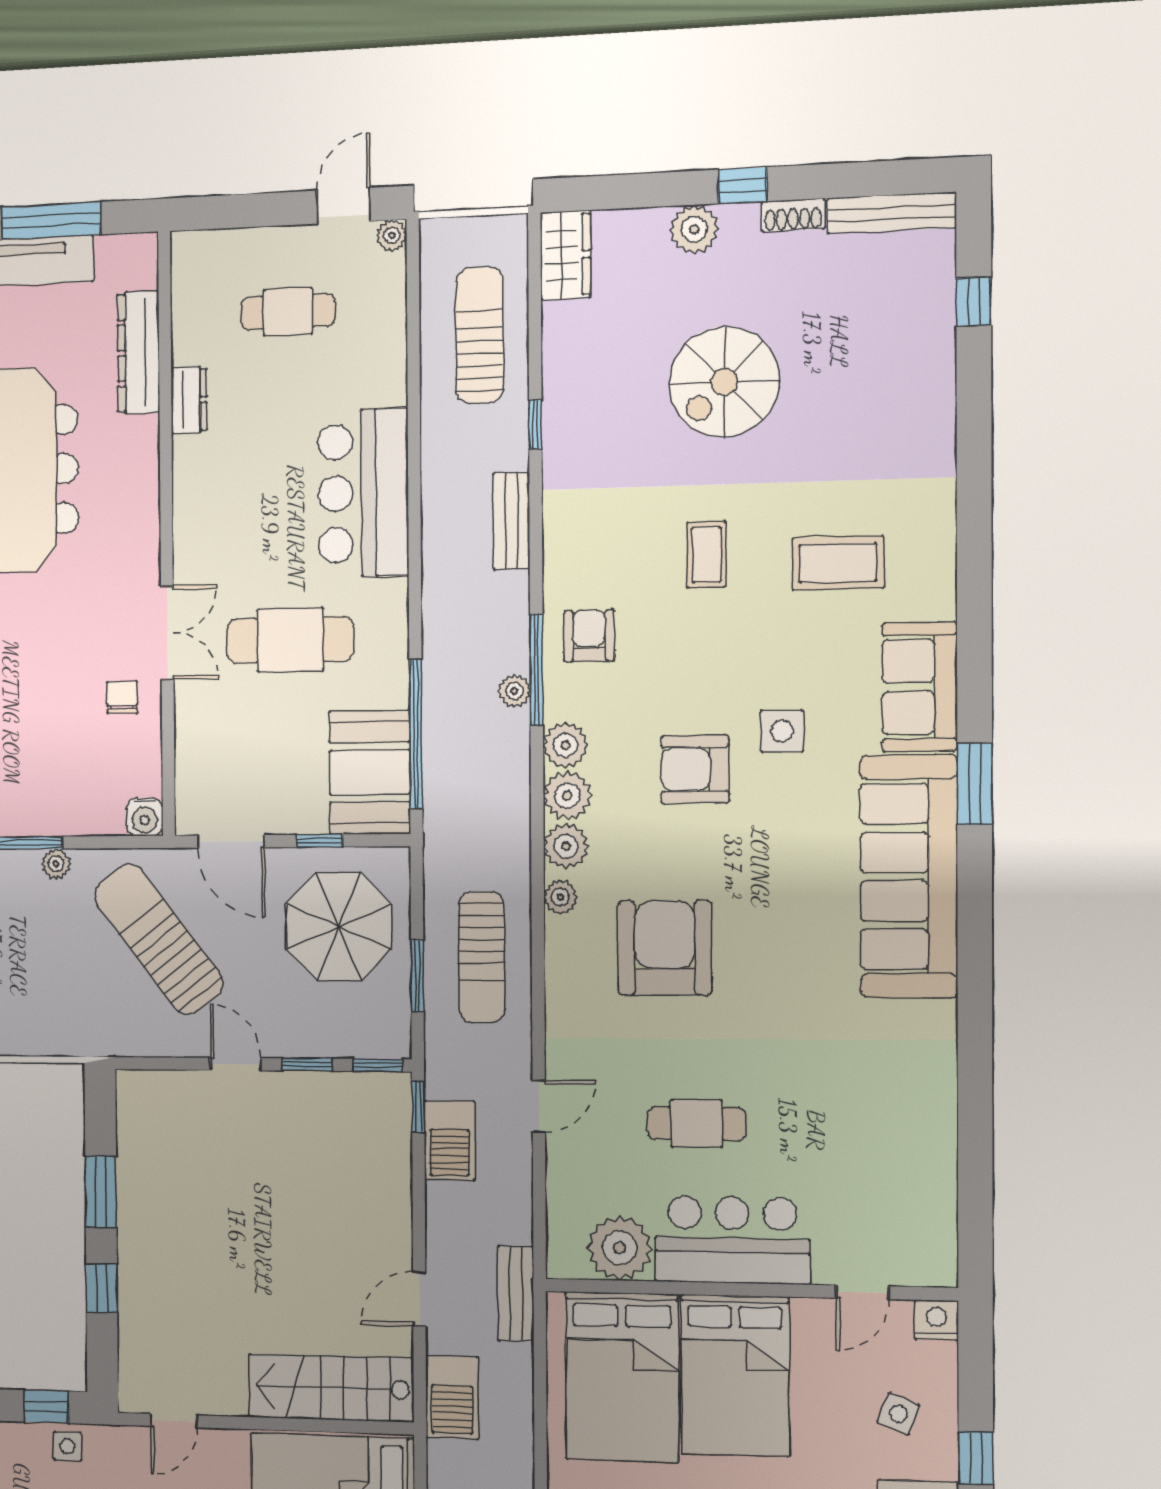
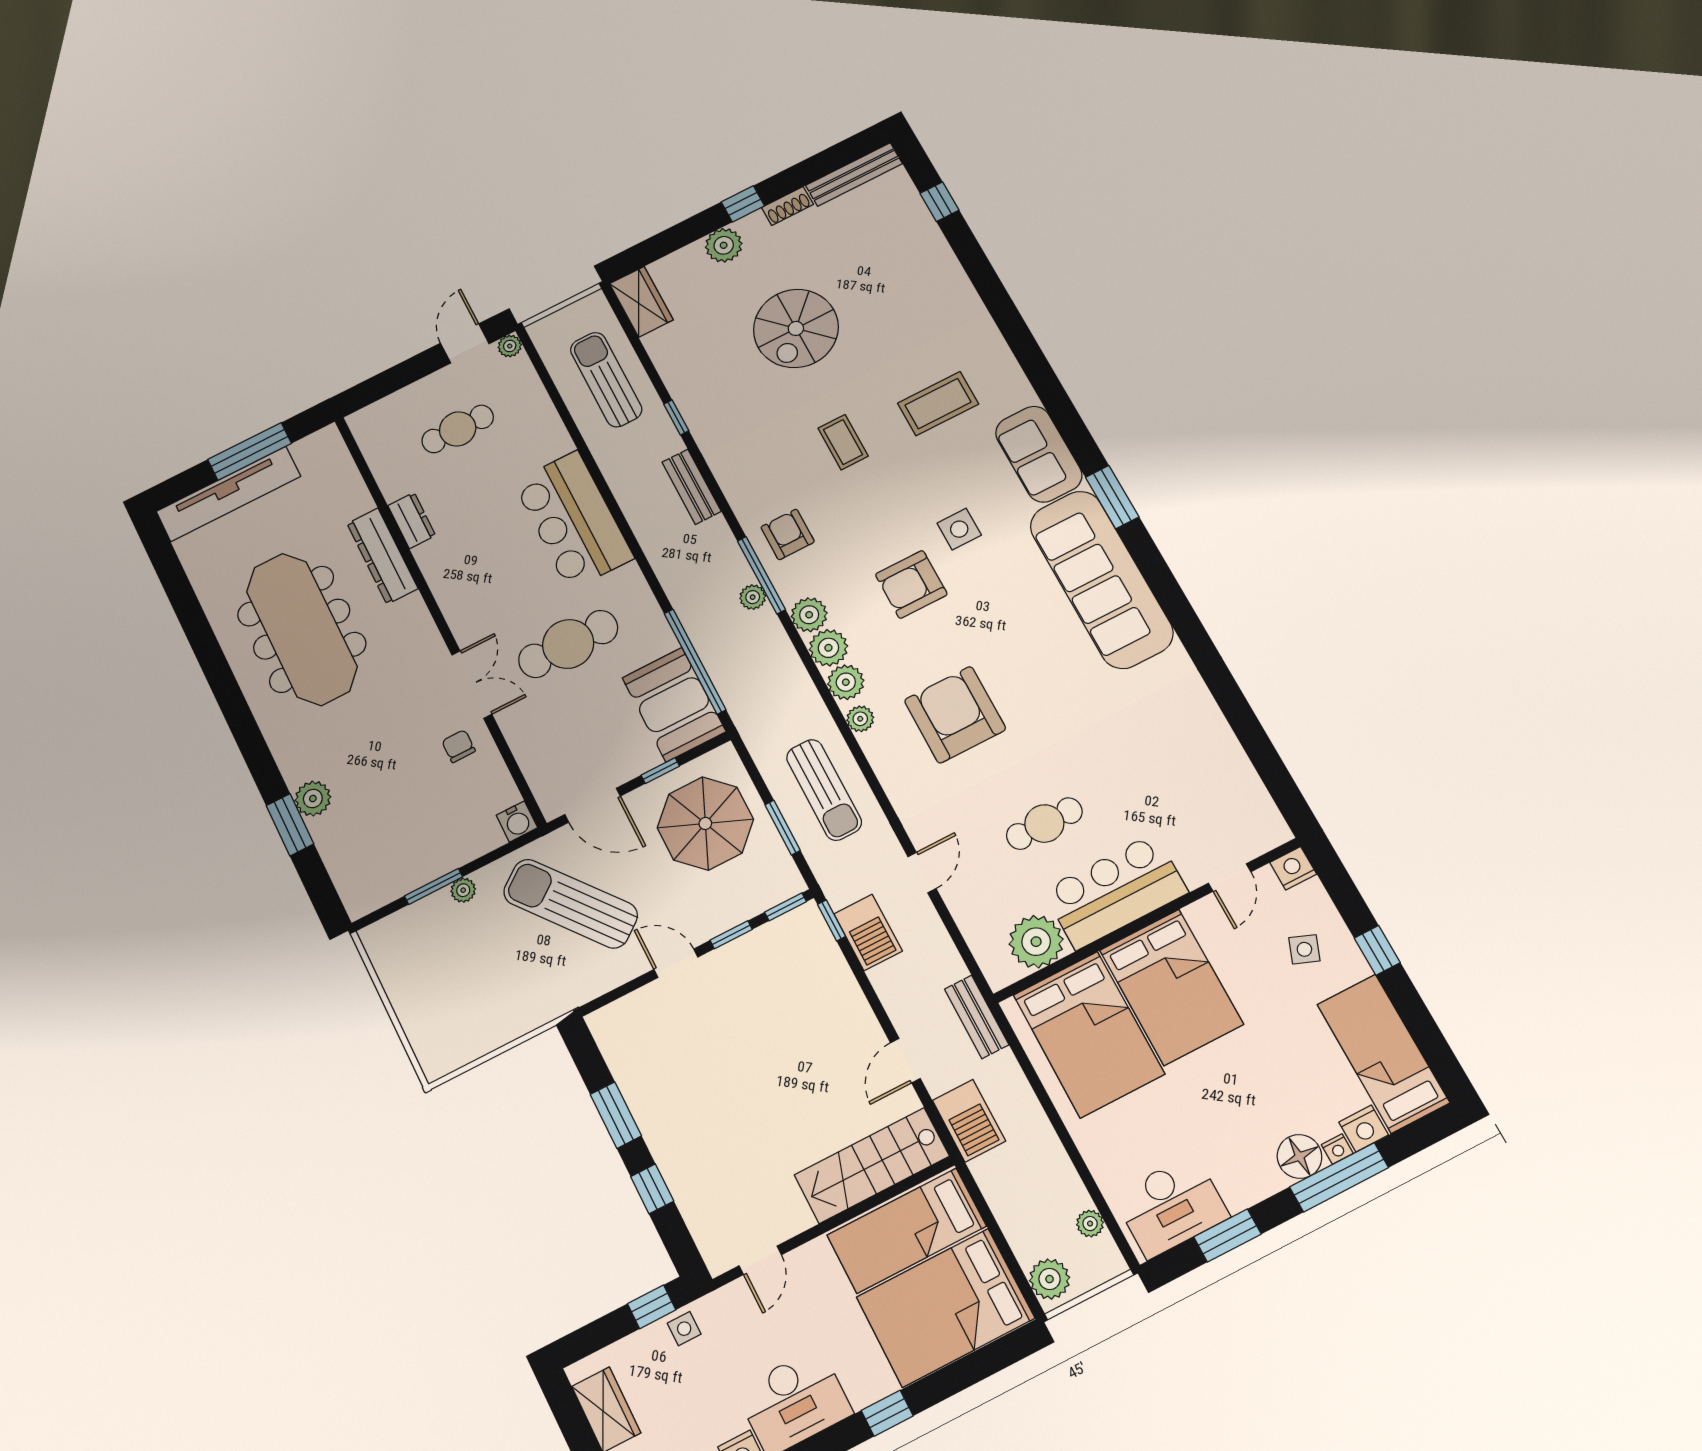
dresser: (139, 353) -> (382, 556), moved

